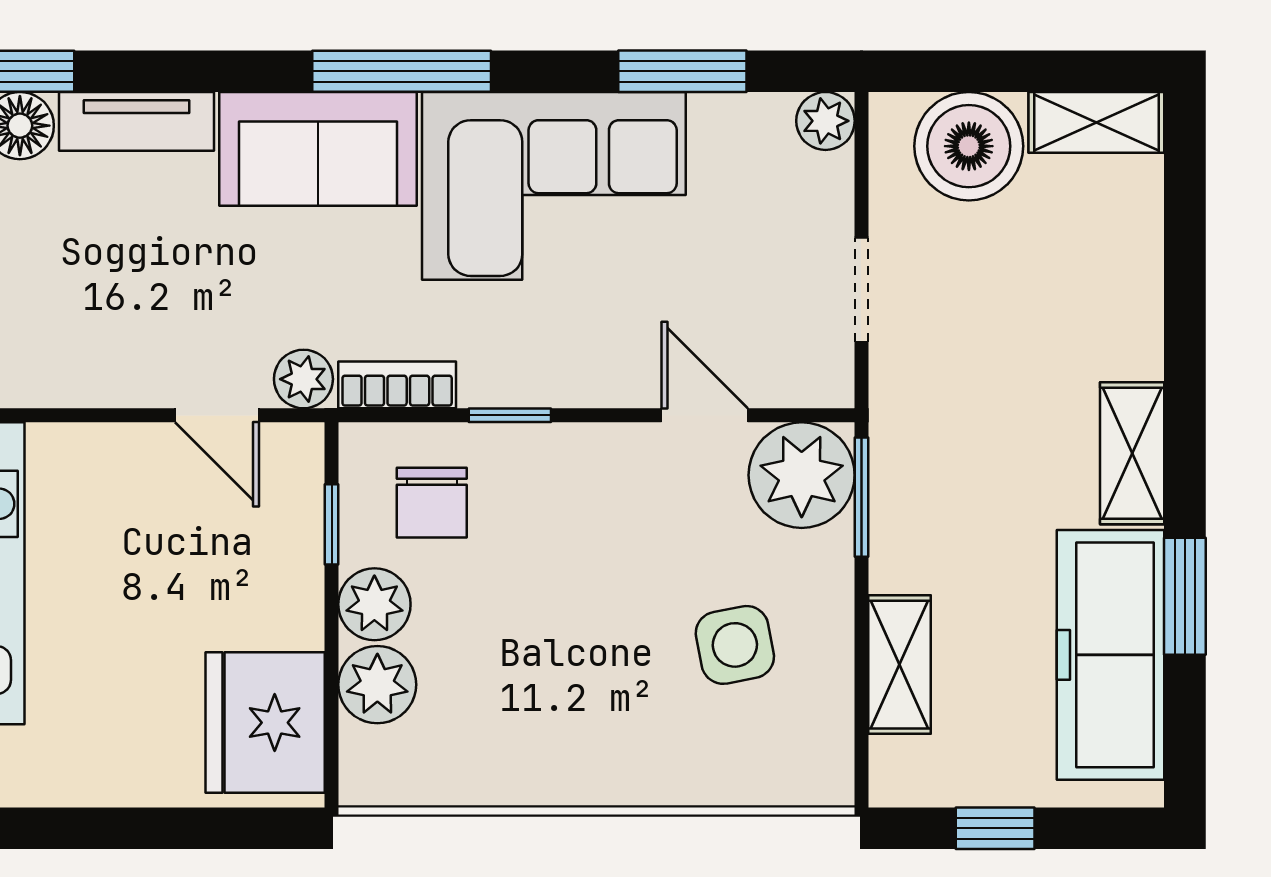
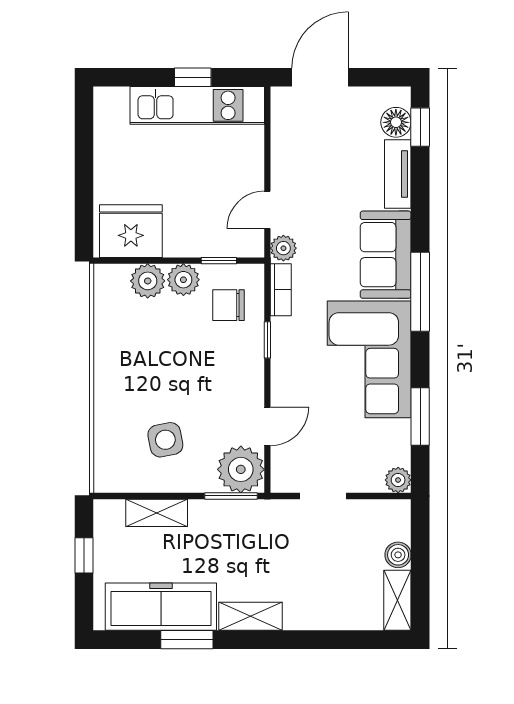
boiler: (969, 146) -> (398, 555), width x0.54, depth x0.54

